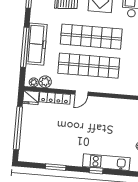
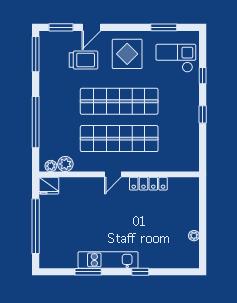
freezer: (37, 44) -> (50, 117), removed
locker: (55, 98) -> (148, 184), moved
kitchen unit: (106, 162) -> (108, 260), moved

